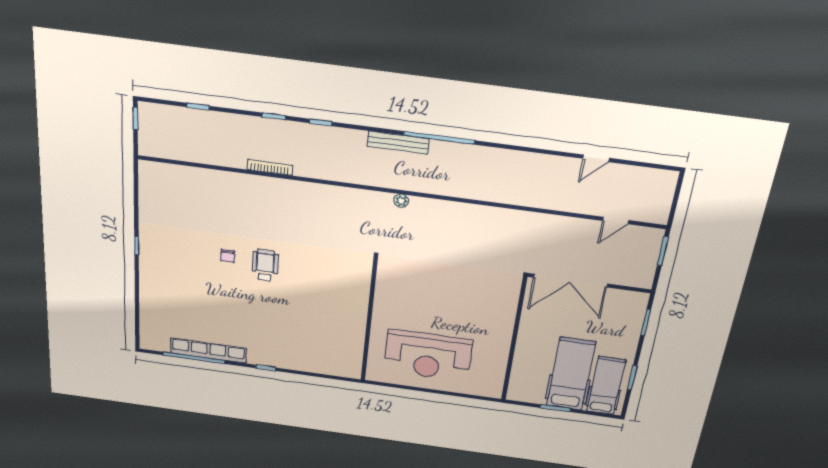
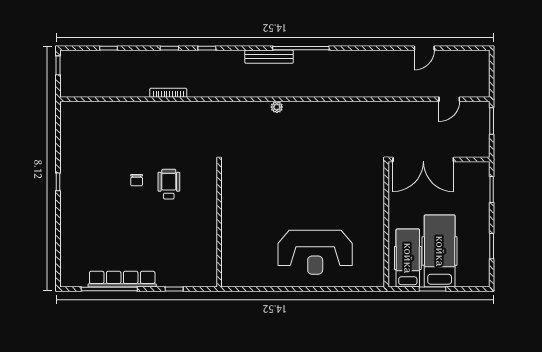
wall: (369, 320) -> (219, 224), moved
hospital bed: (606, 386) -> (408, 258), moved

